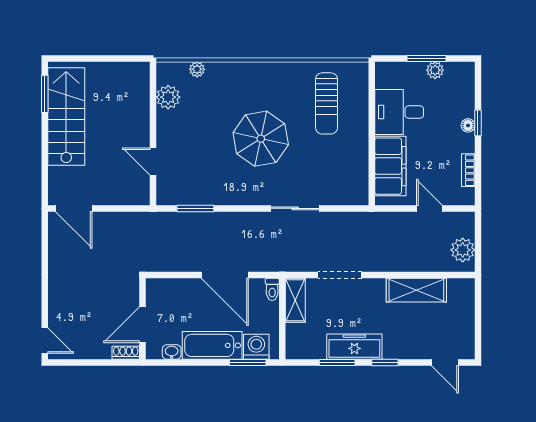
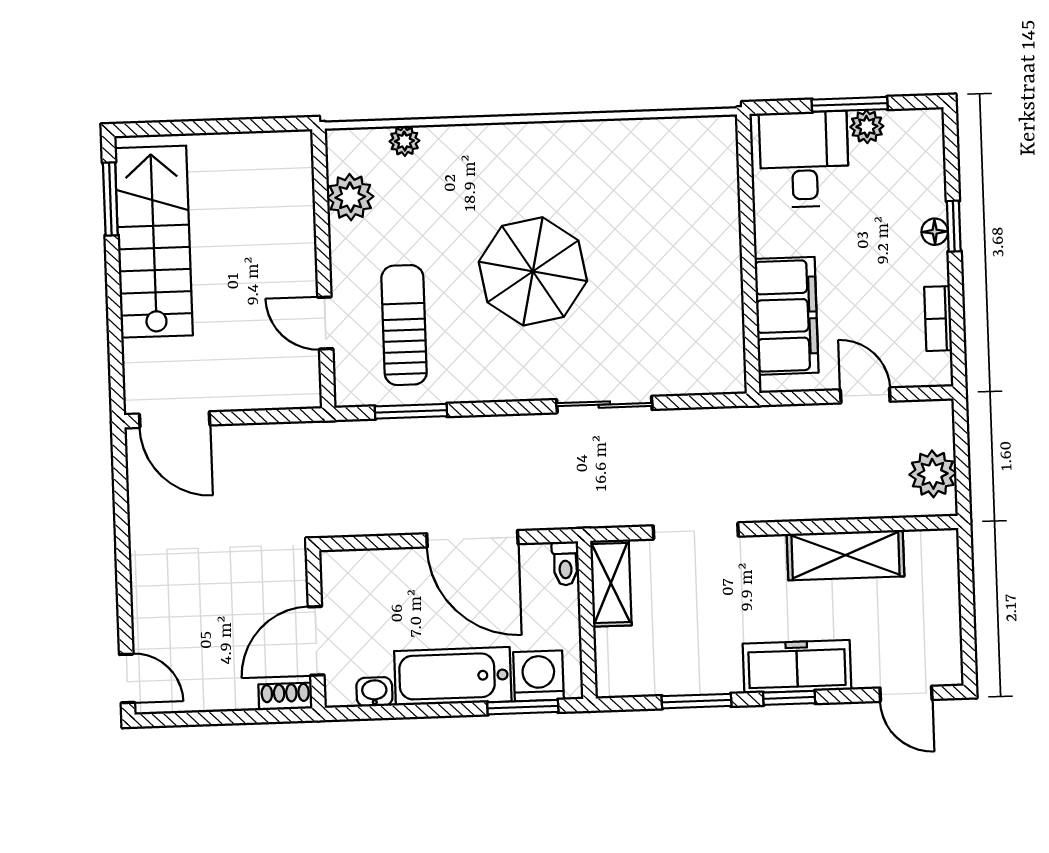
sun lounger: (327, 103) -> (404, 325), moved, turned 180
desk: (399, 112) -> (804, 159), moved, turned 90
freezer: (354, 347) -> (797, 667), moved

